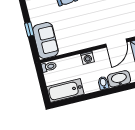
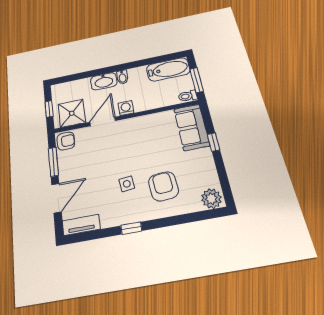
washing machine: (87, 58) -> (126, 108), moved
window: (42, 81) -> (197, 80), added

